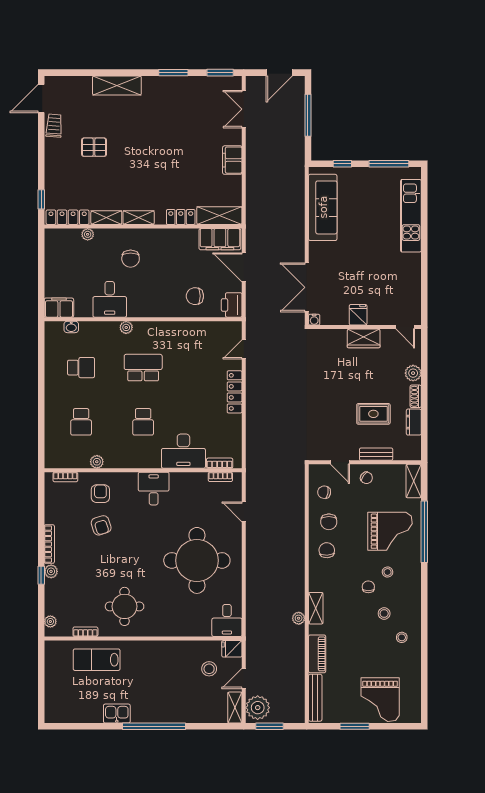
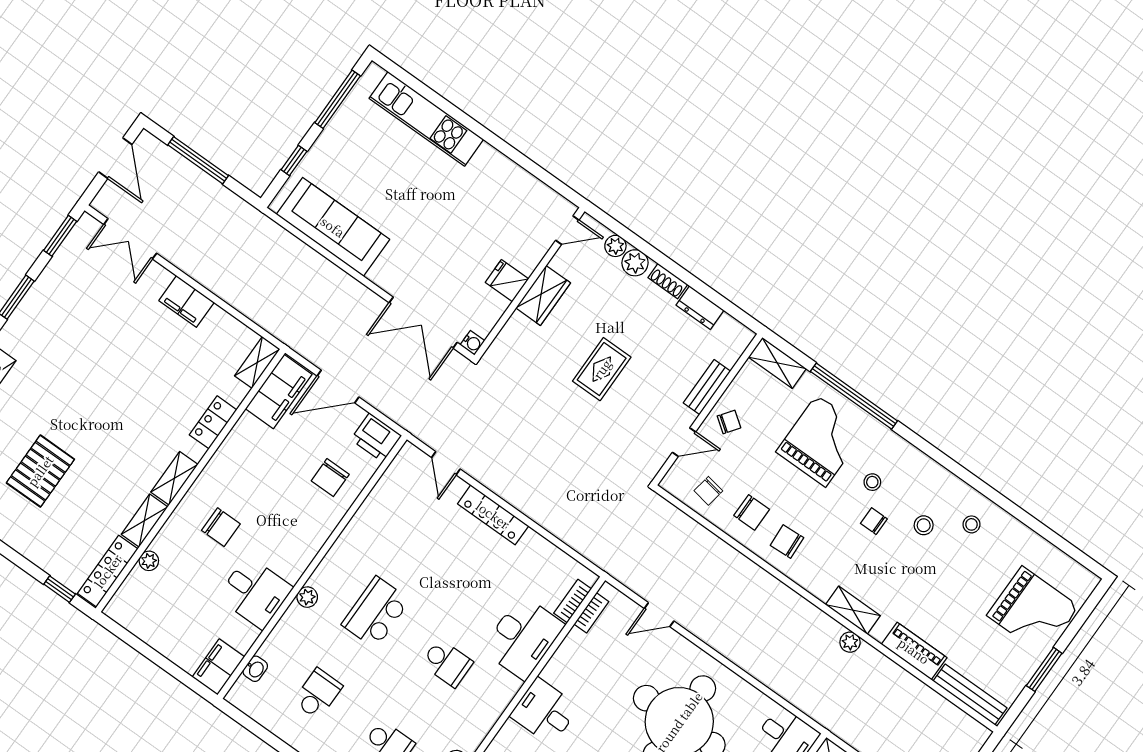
pallet: (94, 147) -> (40, 471), width x1.50, depth x1.42
shelving: (219, 216) -> (257, 362), width x0.67, depth x0.75
plant: (415, 357) -> (615, 246), added
rug: (373, 414) -> (602, 369), moved

